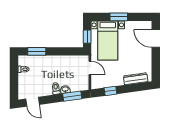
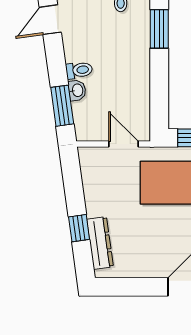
door: (90, 68) -> (124, 144), swing flipped
window: (111, 91) -> (79, 228), moved

